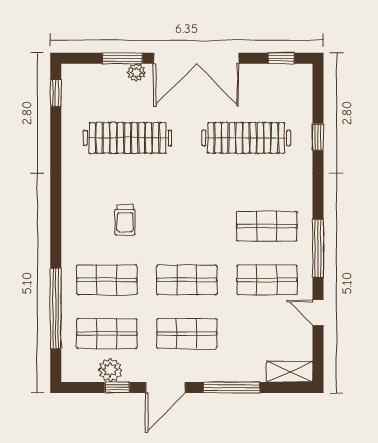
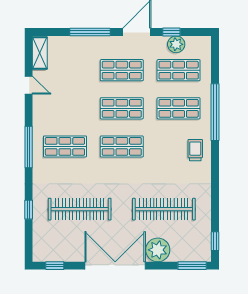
window: (122, 58) -> (192, 266), moved
plant: (136, 73) -> (158, 250), width x1.88, depth x1.88
trolley: (125, 220) -> (195, 150), moved
window: (318, 248) -> (29, 147), moved
shop shelf: (267, 280) -> (122, 146), moved
window: (56, 309) -> (215, 112), moved
shelving: (290, 372) -> (40, 53), moved, turned 90

